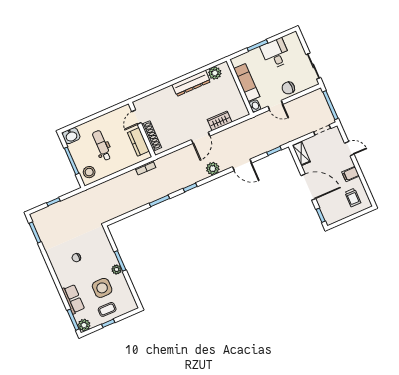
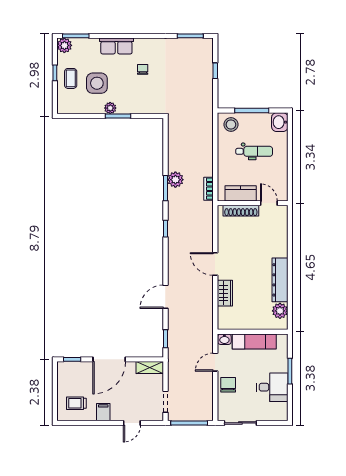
plant: (213, 169) -> (175, 180), moved
row of seats: (73, 299) -> (116, 46), moved

